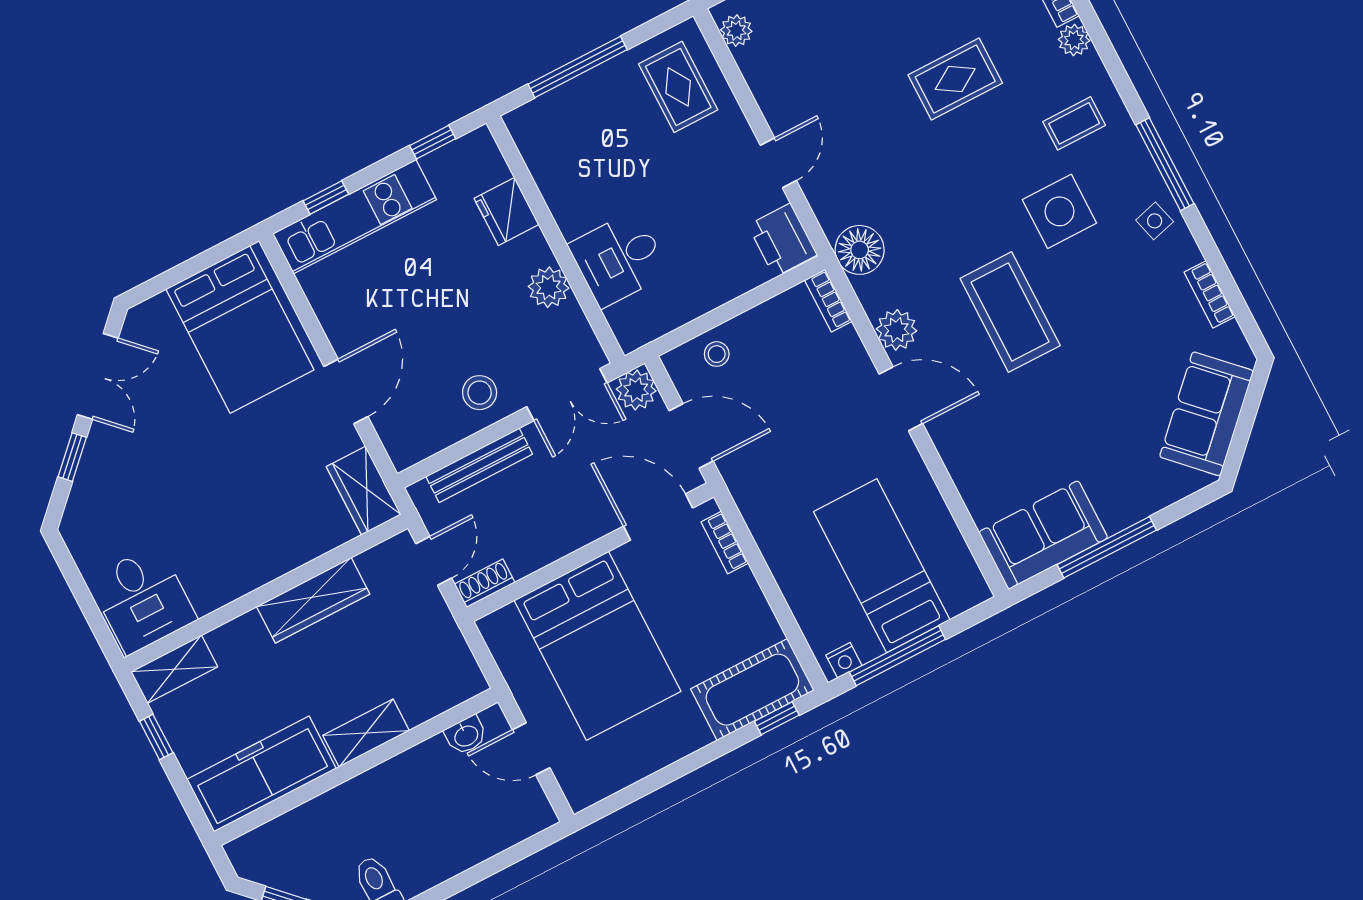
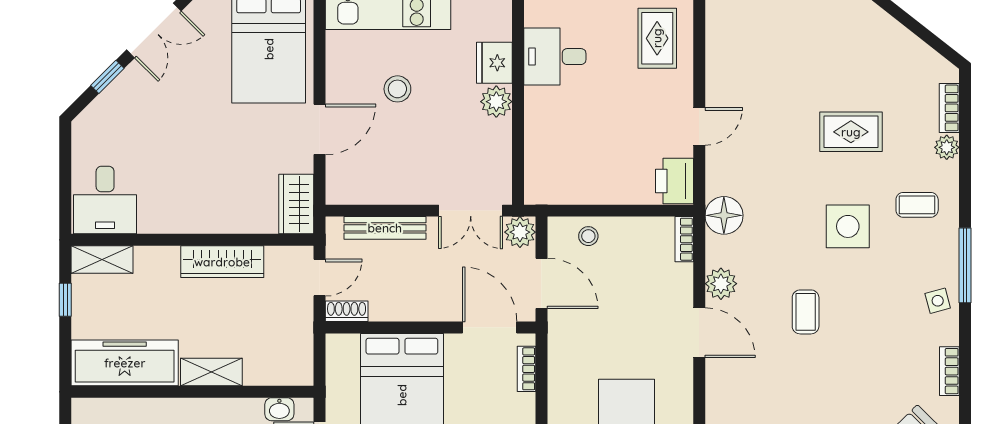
plant: (736, 31) -> (717, 20), removed
side table: (1059, 211) -> (848, 226), moved
desk: (619, 259) -> (555, 57), moved
plant: (549, 287) -> (496, 102), moved
coffee table: (1010, 312) -> (806, 312), width x0.54, depth x0.58
stool: (480, 393) -> (397, 89), moved

